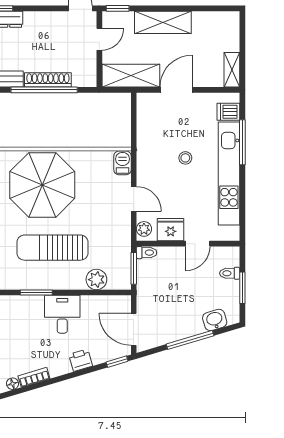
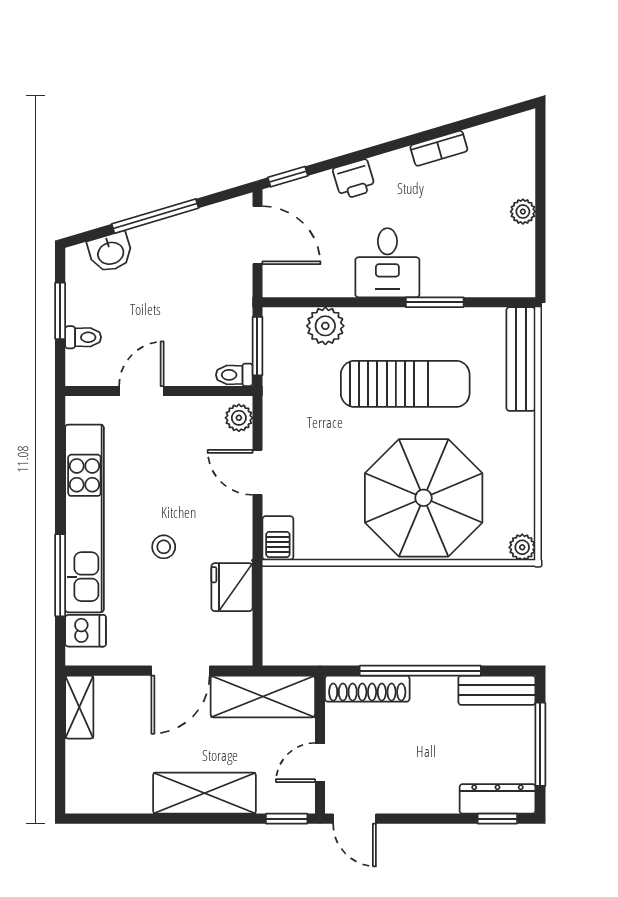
shoe rack: (48, 80) -> (367, 689), moved
fridge: (171, 230) -> (232, 587), moved, turned 90
floor lamp: (13, 384) -> (478, 137), removed

